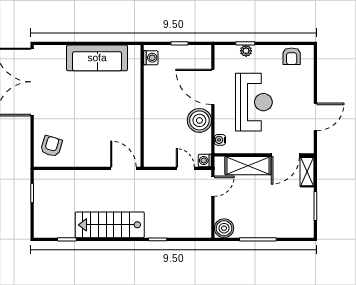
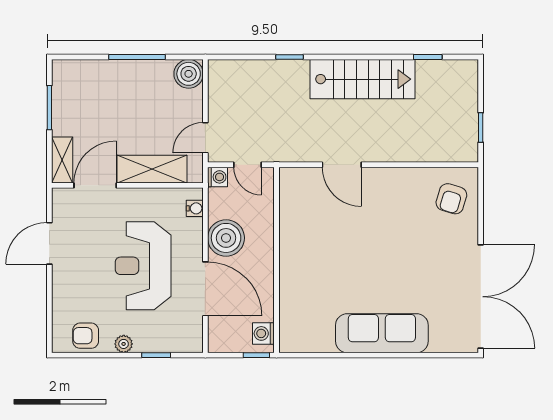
plant: (246, 51) -> (124, 344), moved
armchair: (292, 56) -> (86, 336), turned -90
washing machine: (151, 58) -> (263, 333), moved
wall: (142, 106) -> (276, 260), moved

